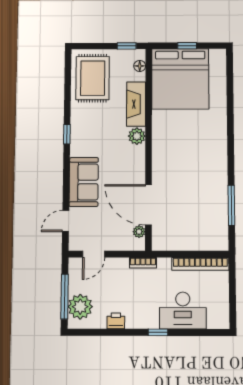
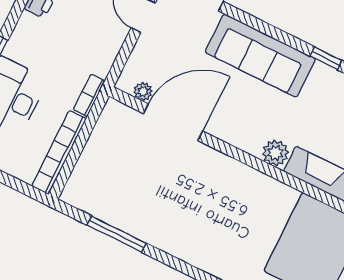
sofa: (84, 182) -> (260, 55), width x1.36
bookcase: (143, 263) -> (89, 95), moved

